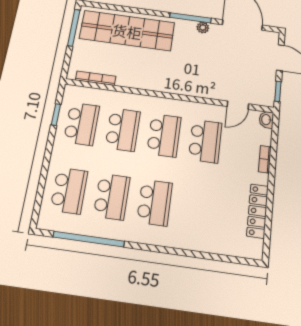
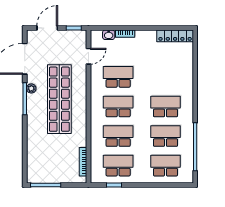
shop shelf: (127, 31) -> (59, 99), moved
door: (238, 105) -> (88, 56), hinge flipped
washbasin: (266, 120) -> (109, 35), moved
locker: (258, 211) -> (175, 36), moved

